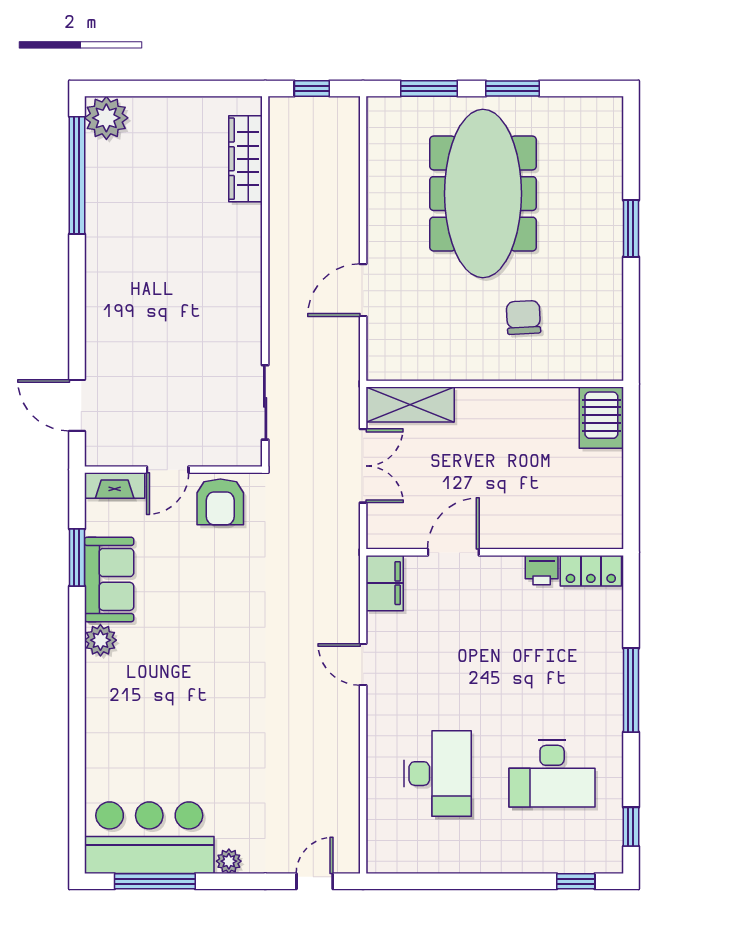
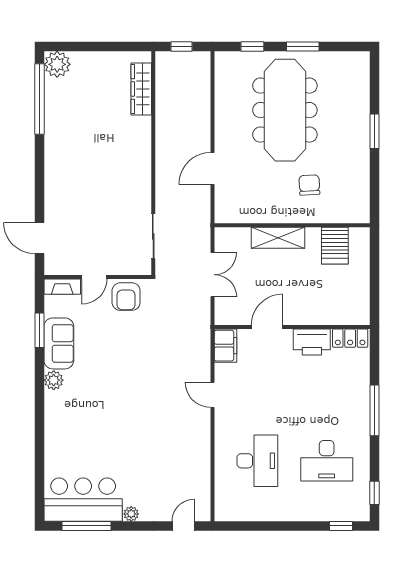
window: (429, 89) -> (252, 47), width x0.67
shelving: (410, 405) -> (278, 238), moved
server rack: (601, 418) -> (335, 246), moved
printer: (542, 570) -> (312, 342), width x1.87, depth x1.48

